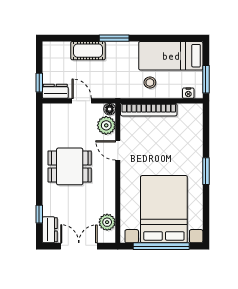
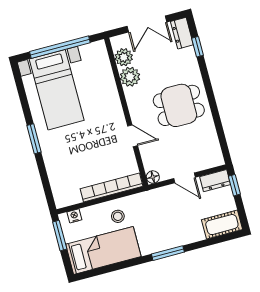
cot: (88, 51) -> (222, 225), moved
plant: (106, 125) -> (130, 77), moved
bed with nightstands: (164, 209) -> (57, 90), width x0.73

